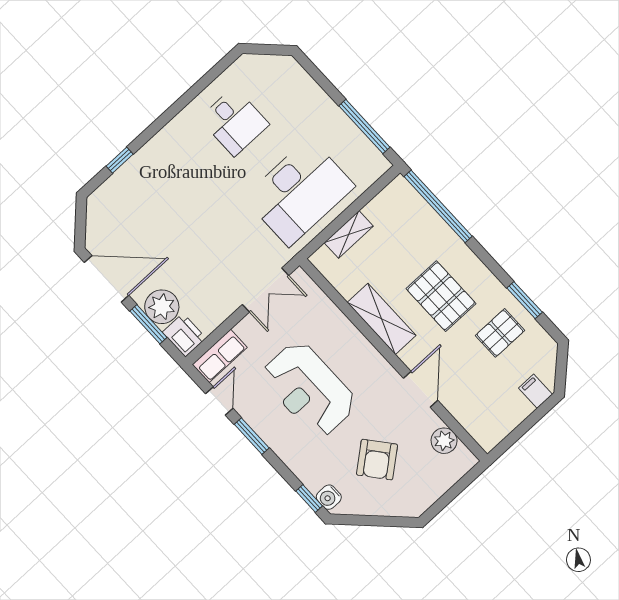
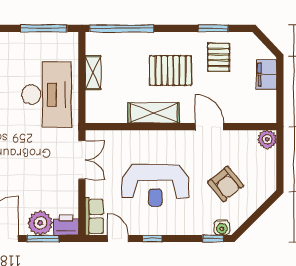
shelving: (349, 234) -> (93, 73), moved
filing cabinet: (535, 391) -> (266, 74), width x2.00
window: (252, 436) -> (152, 239), width x0.67
plant: (444, 441) -> (267, 139), moved

